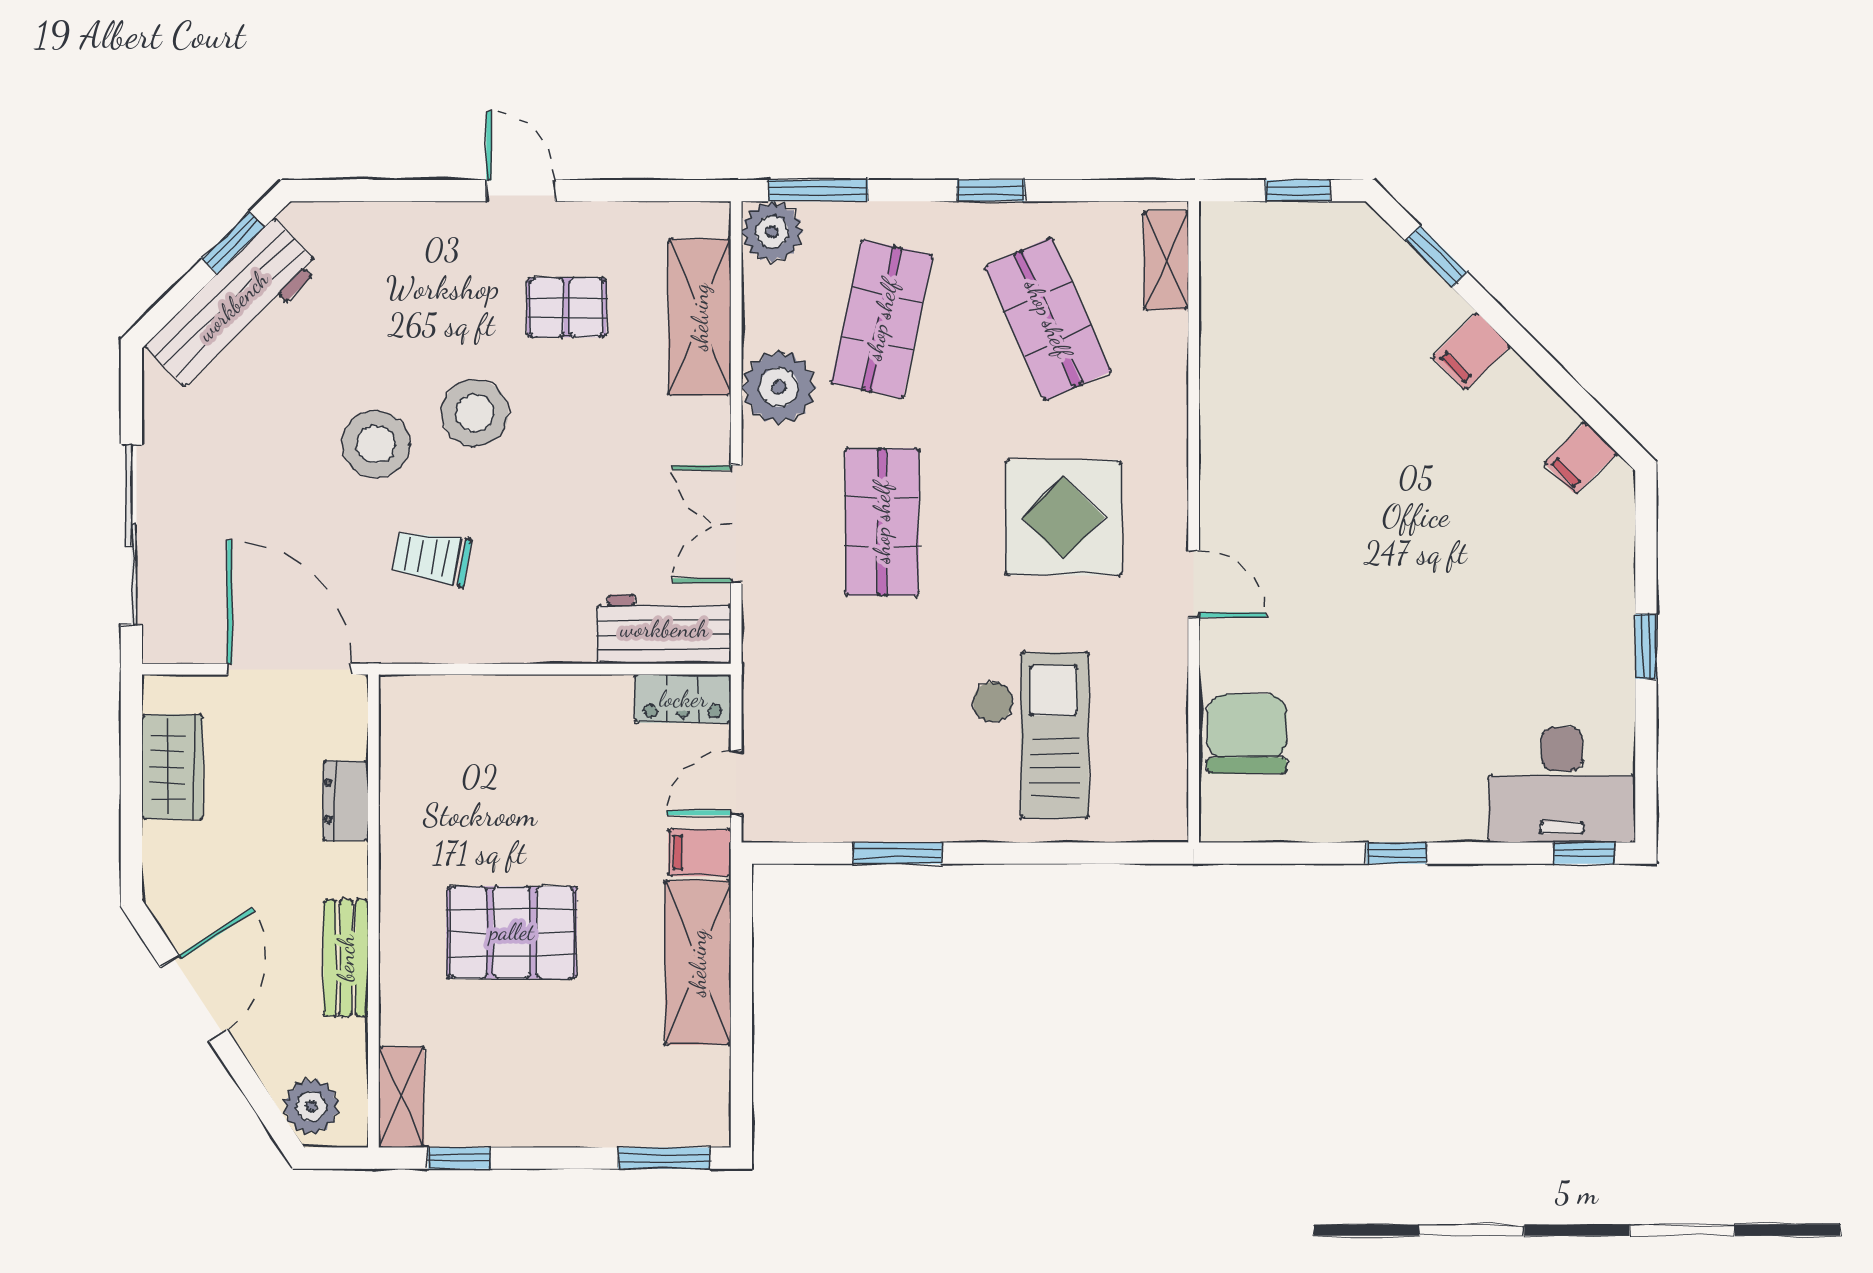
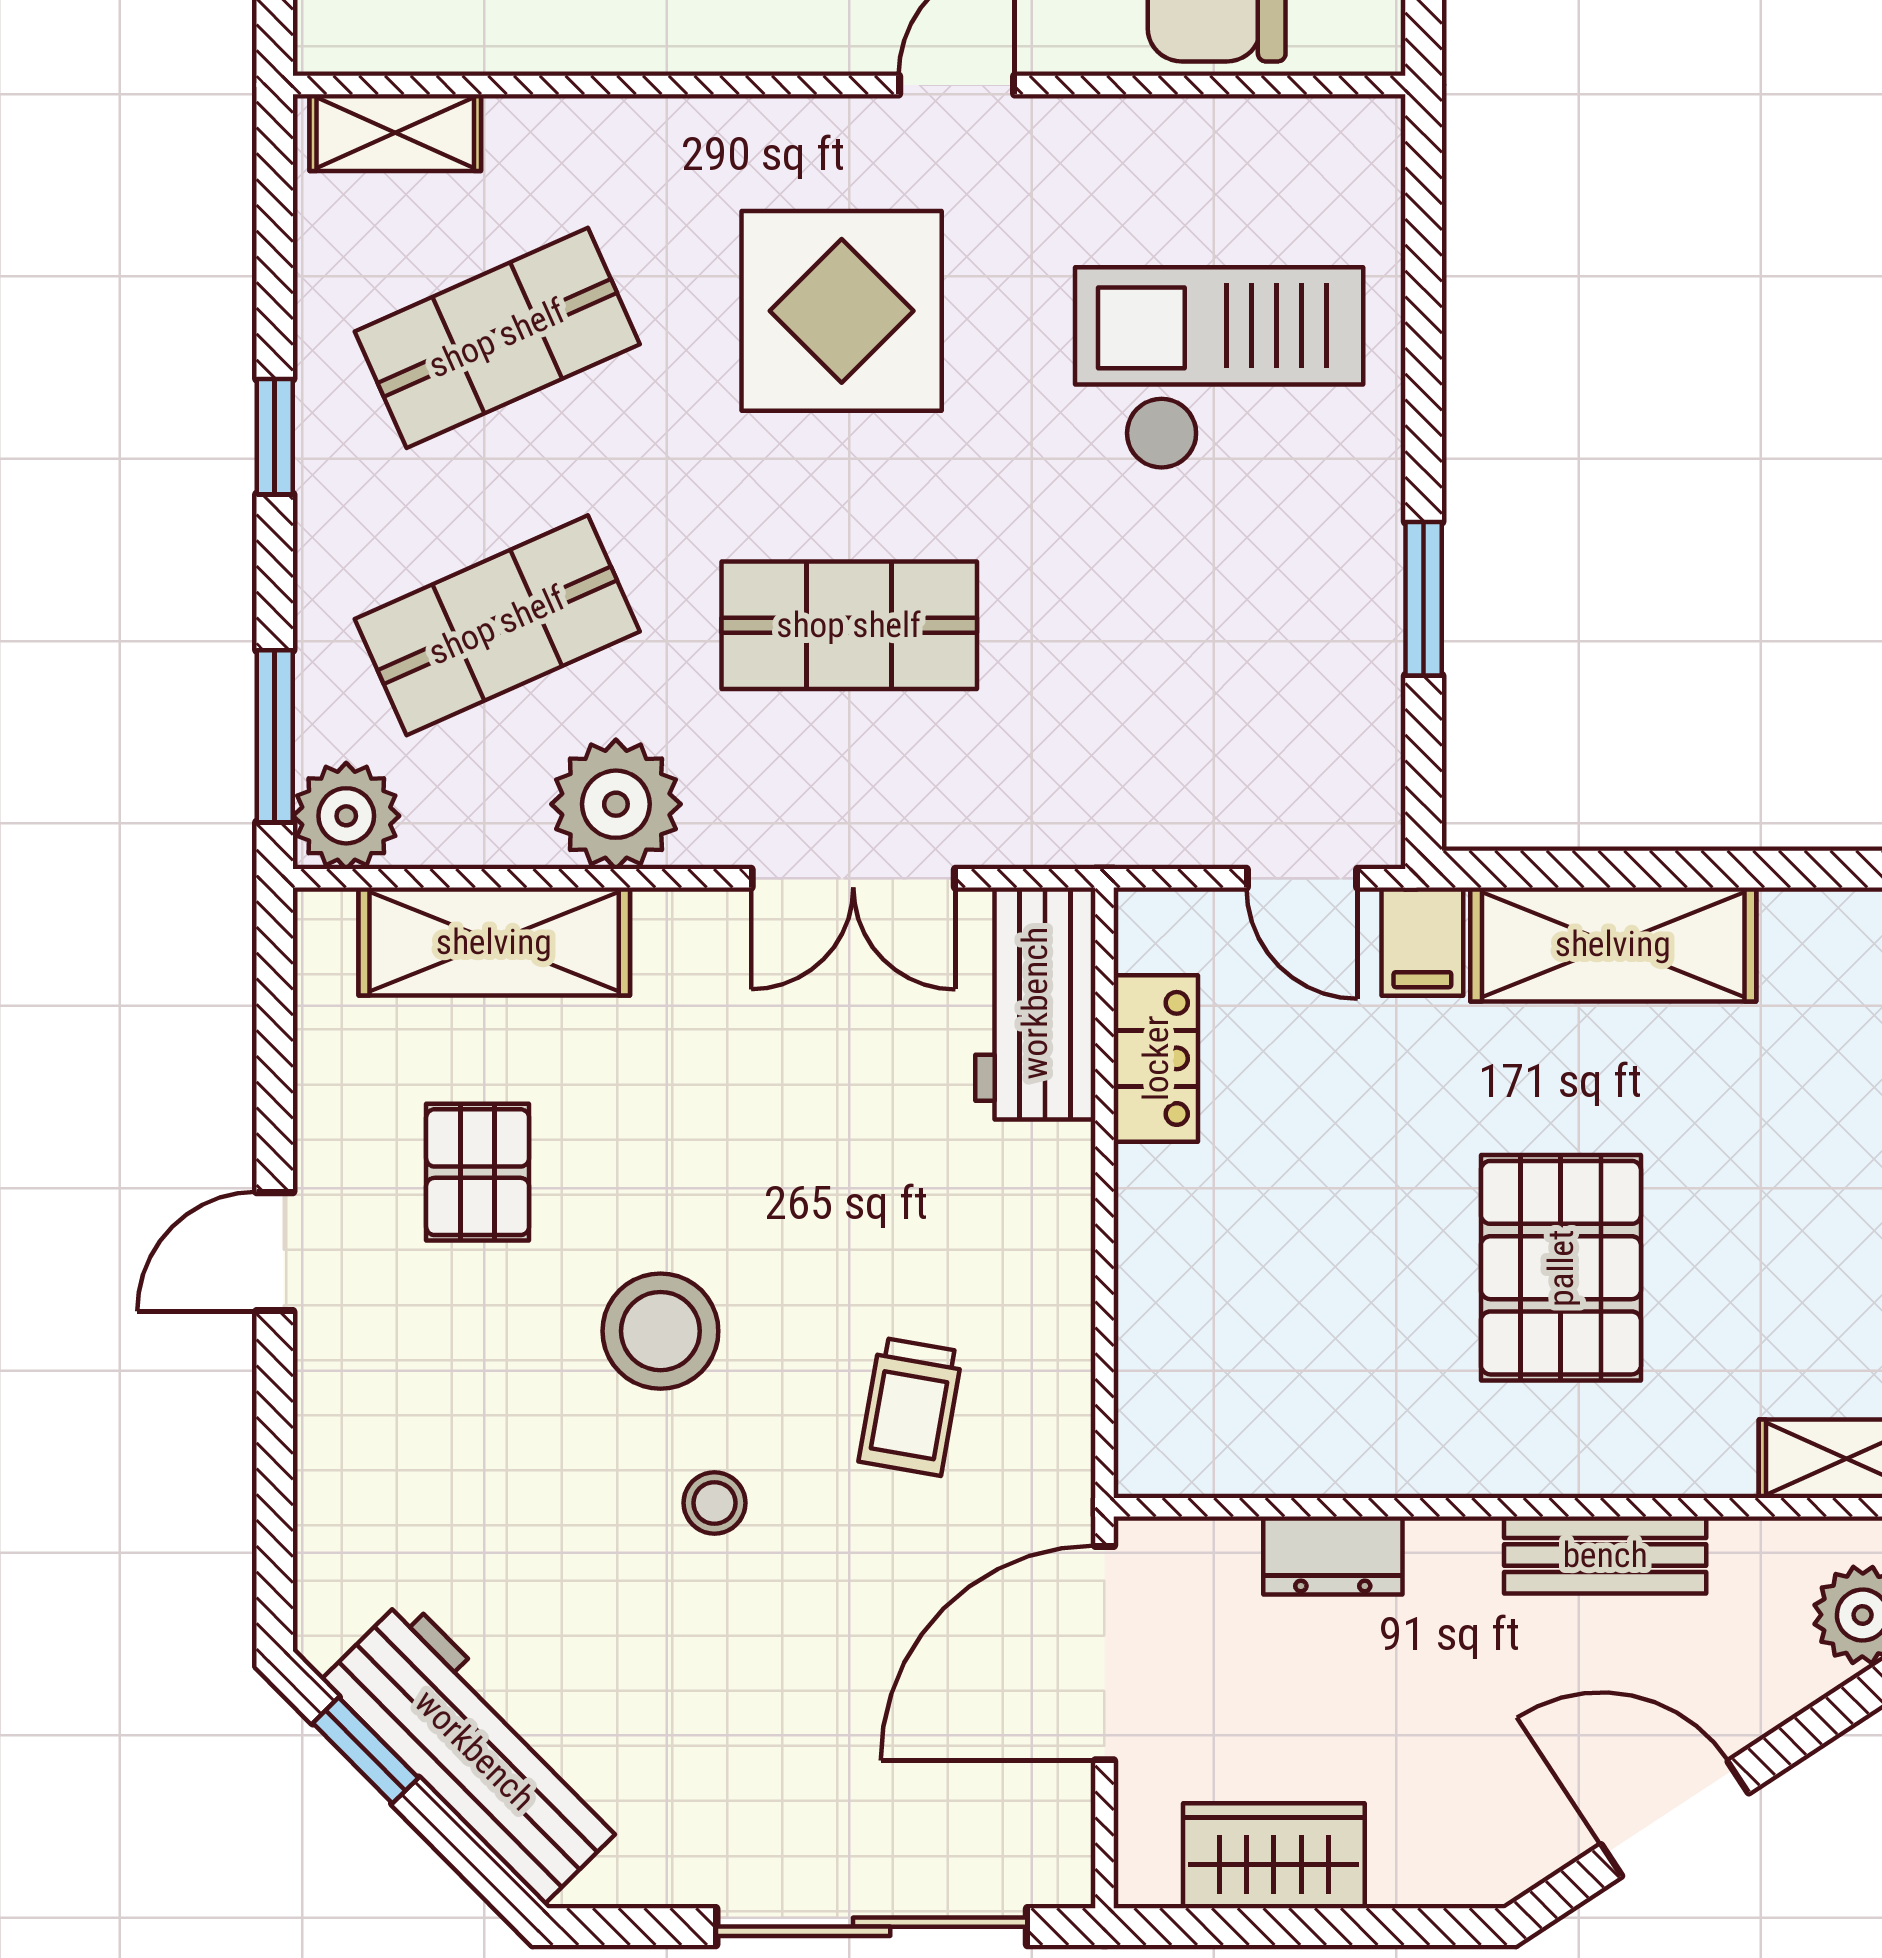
shop shelf: (882, 319) -> (497, 625), turned -36
stool: (376, 444) -> (714, 1503), width x0.53, depth x0.53
locker: (683, 699) -> (1156, 1058), moved

